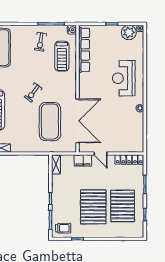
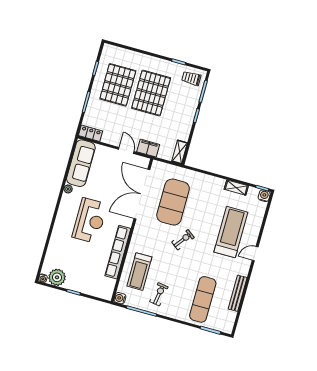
row of seats: (84, 50) -> (118, 252), moved
treadmill: (62, 56) -> (139, 272), turned 180
reception desk: (124, 78) -> (90, 221), moved
sofa: (135, 133) -> (81, 163), added
locker: (129, 160) -> (90, 133), width x0.66

